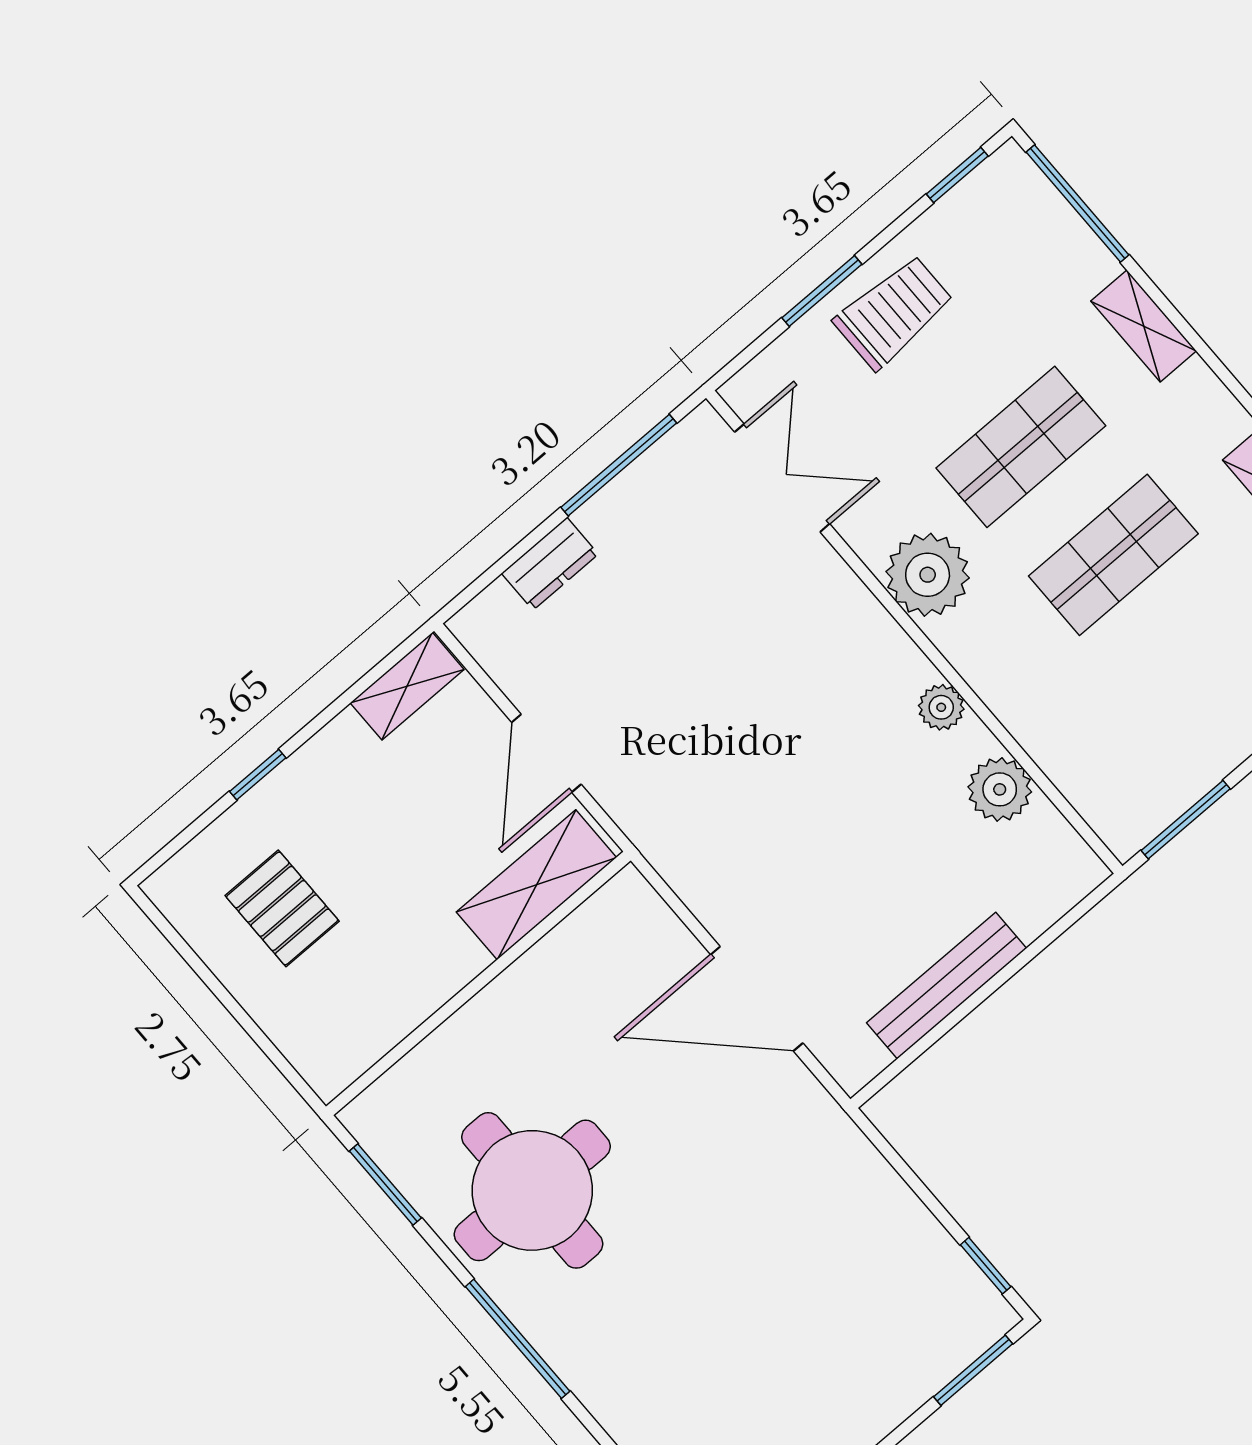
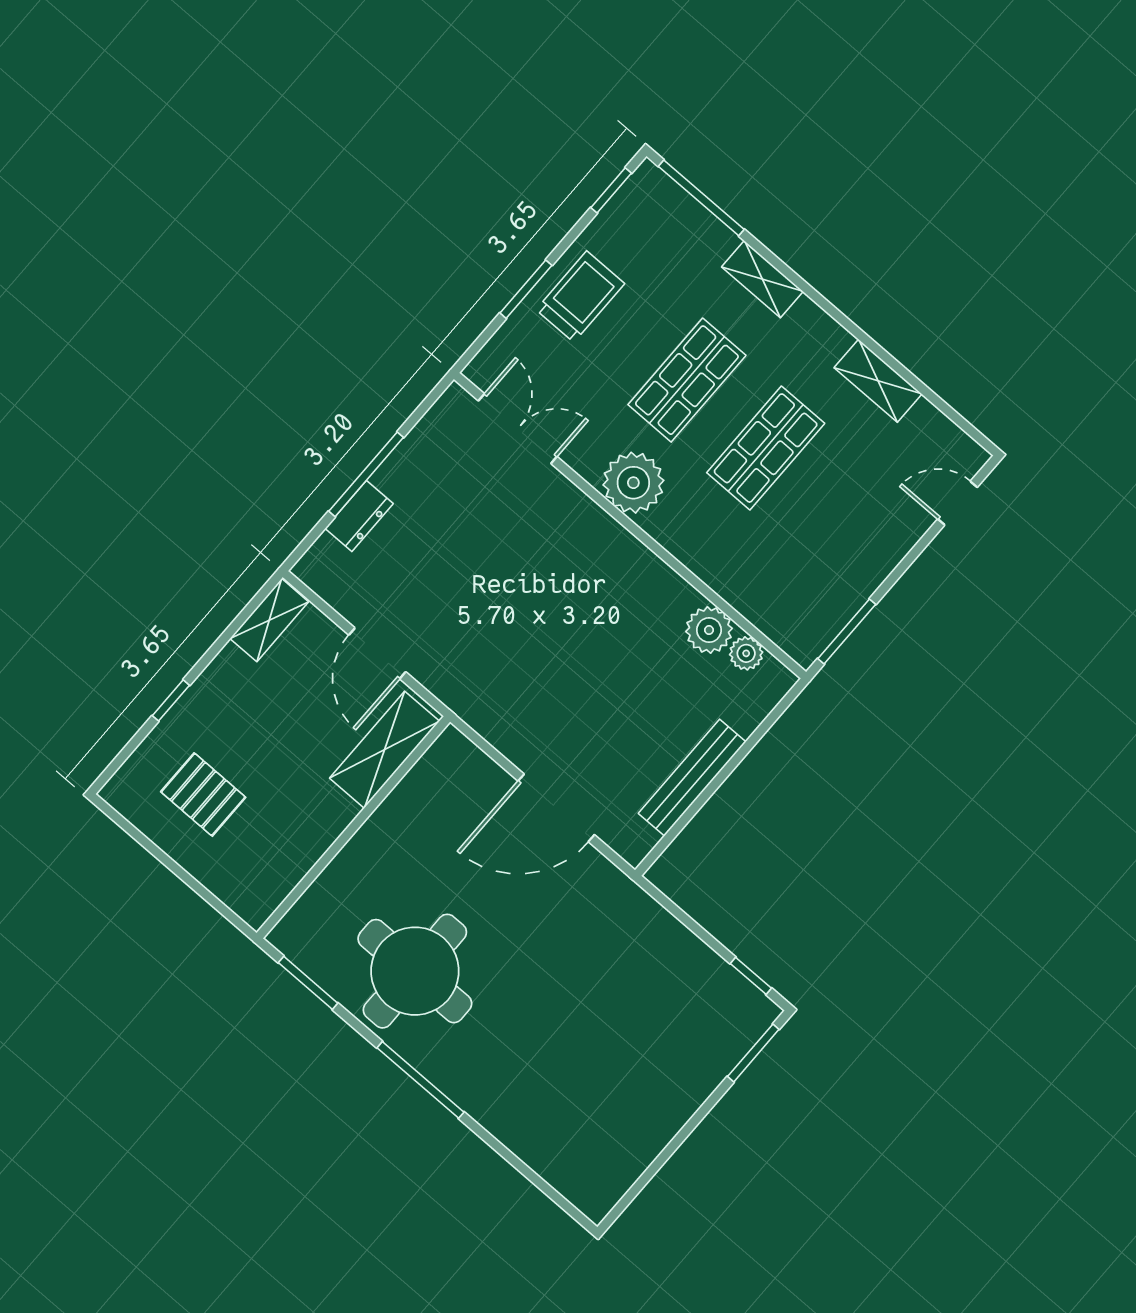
window: (619, 465) -> (366, 474), moved
plant: (941, 707) -> (746, 653), moved

